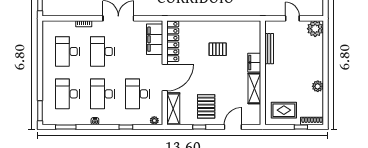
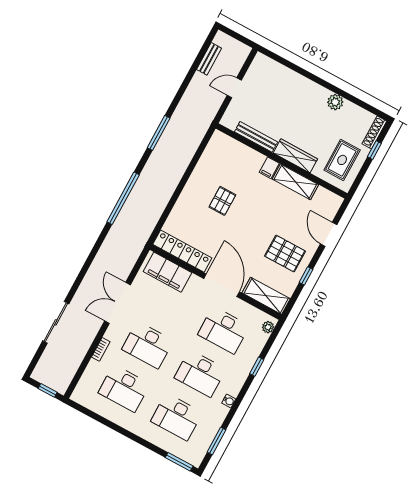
plant: (315, 29) -> (262, 66), removed
filing cabinet: (254, 63) -> (269, 168), width x0.50
wardrobe: (271, 80) -> (295, 156), added

